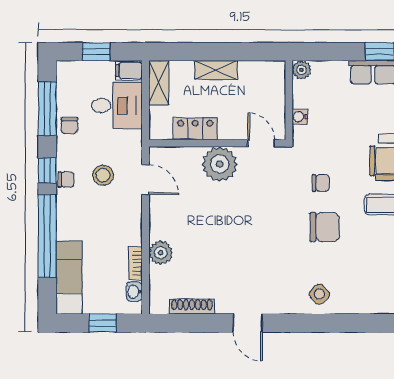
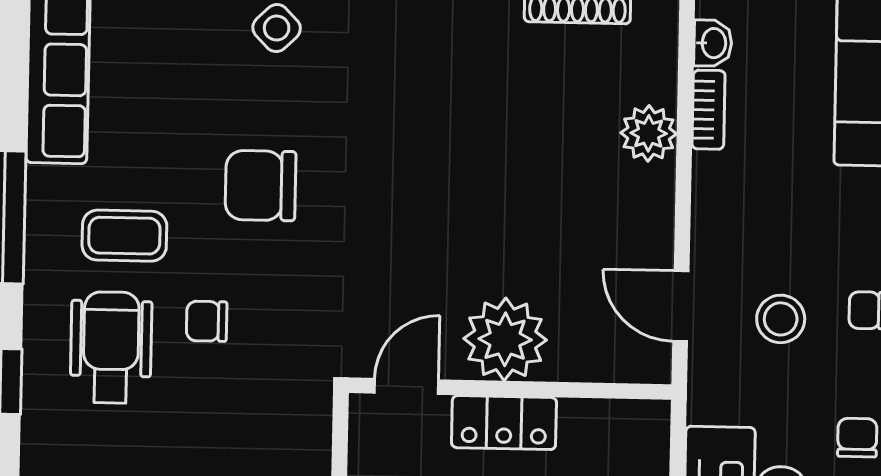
water cooler: (300, 117) -> (314, 447), removed
locker: (195, 129) -> (504, 423), moved
door: (261, 143) -> (406, 386), swing flipped
chair: (321, 183) -> (207, 321), moved

